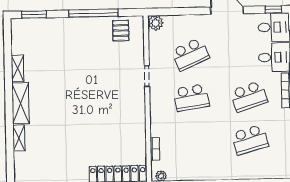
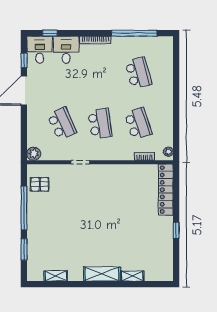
window: (273, 9) -> (24, 60), moved
window: (34, 14) -> (24, 249), moved
shelving: (18, 68) -> (56, 276), moved
school desk: (249, 96) -> (138, 124), moved

